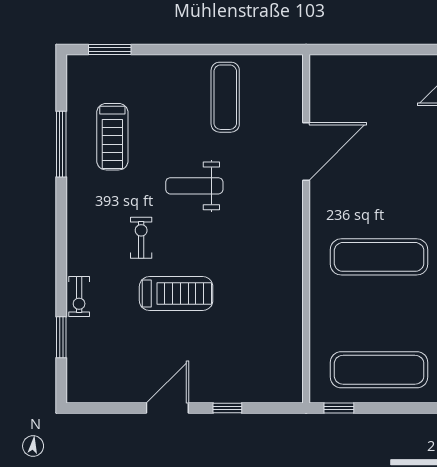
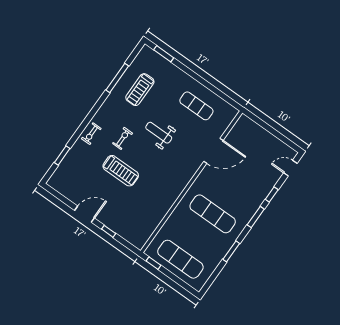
exercise mat: (225, 97) -> (196, 106), turned 90
exercise bike: (79, 296) -> (91, 134), moved

